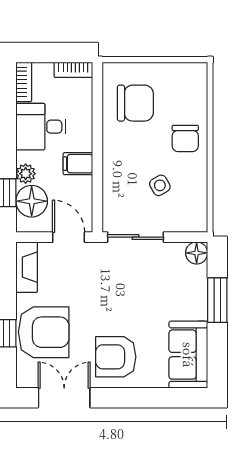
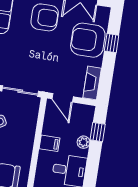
floor lamp: (32, 201) -> (82, 124), removed

